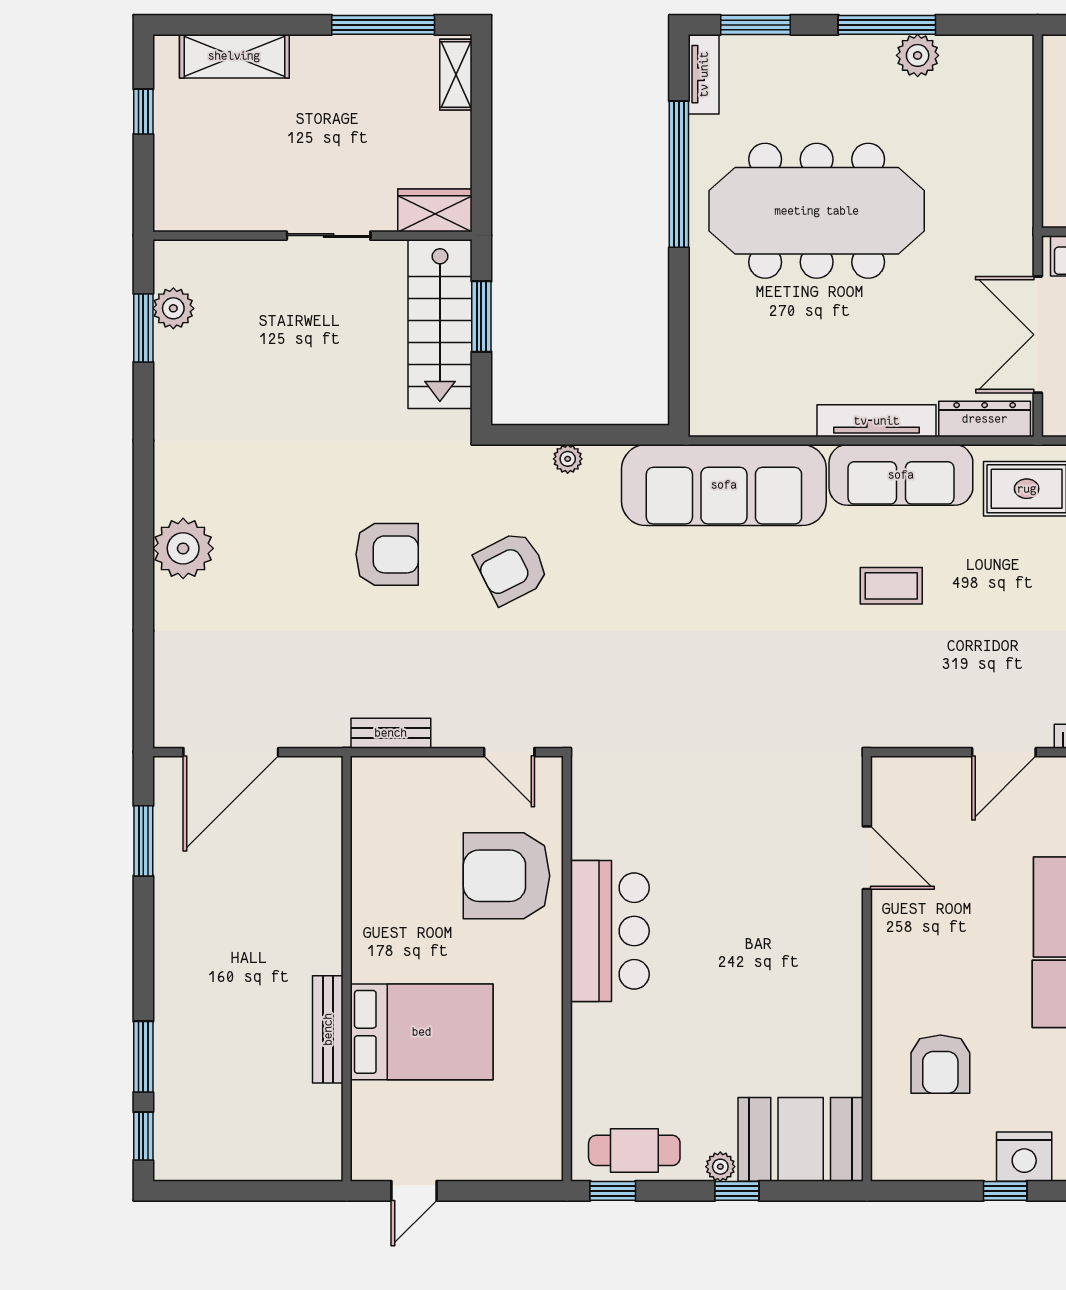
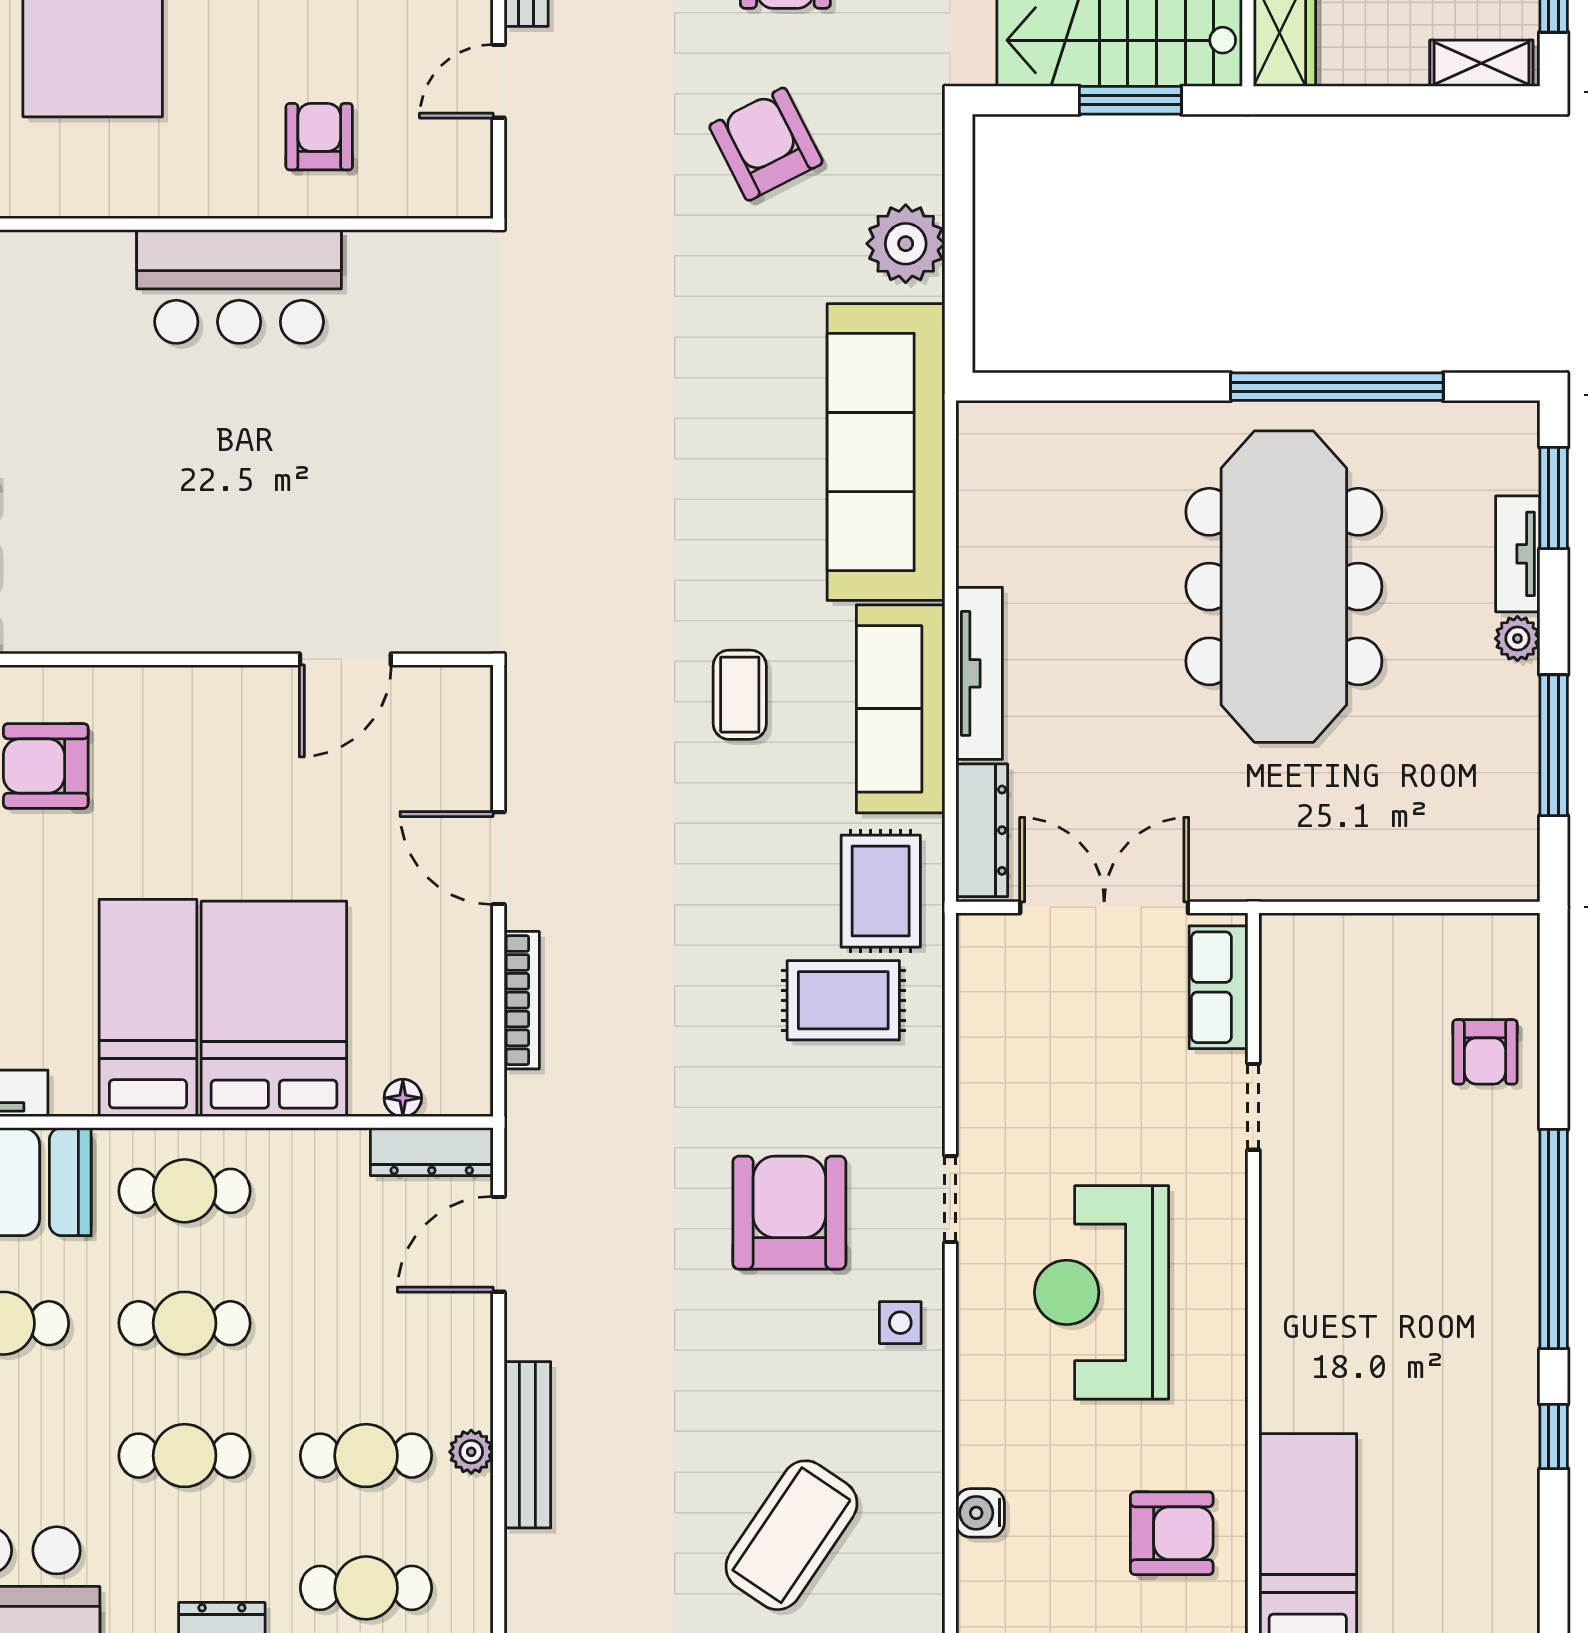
window: (887, 25) -> (1554, 745), moved
plant: (918, 55) -> (1517, 639), moved, width x0.73, depth x0.73
tv unit: (704, 74) -> (1518, 554), moved, turned 90
plant: (568, 459) -> (906, 244), width x1.88, depth x1.88
door: (509, 752) -> (499, 81), moved
armchair: (506, 876) -> (319, 137), width x0.53, depth x0.53

